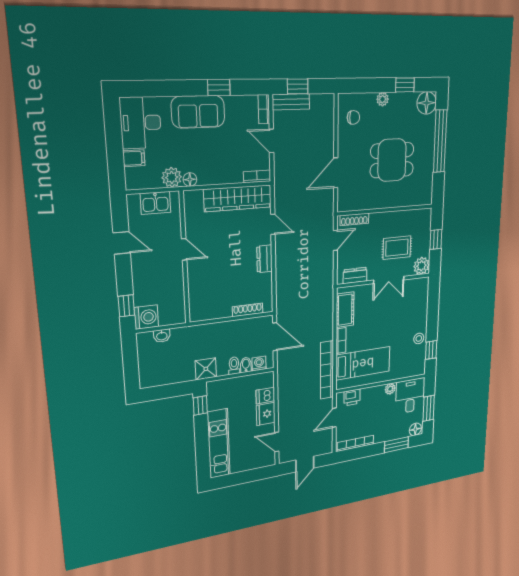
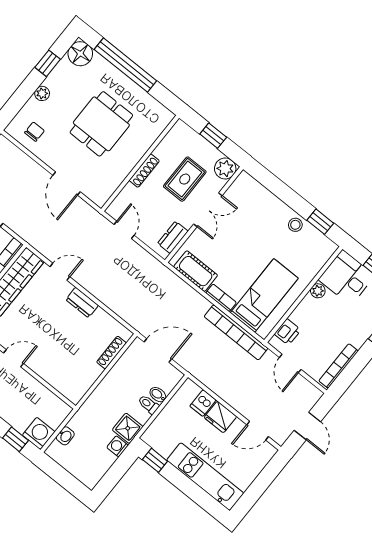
shoe rack: (354, 219) -> (144, 171), moved
washing machine: (259, 364) -> (117, 446), moved

